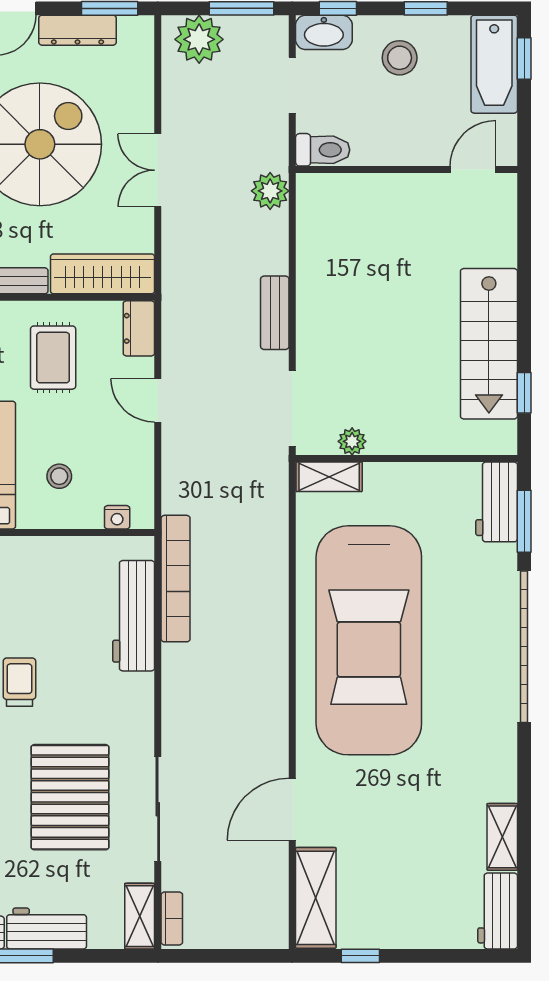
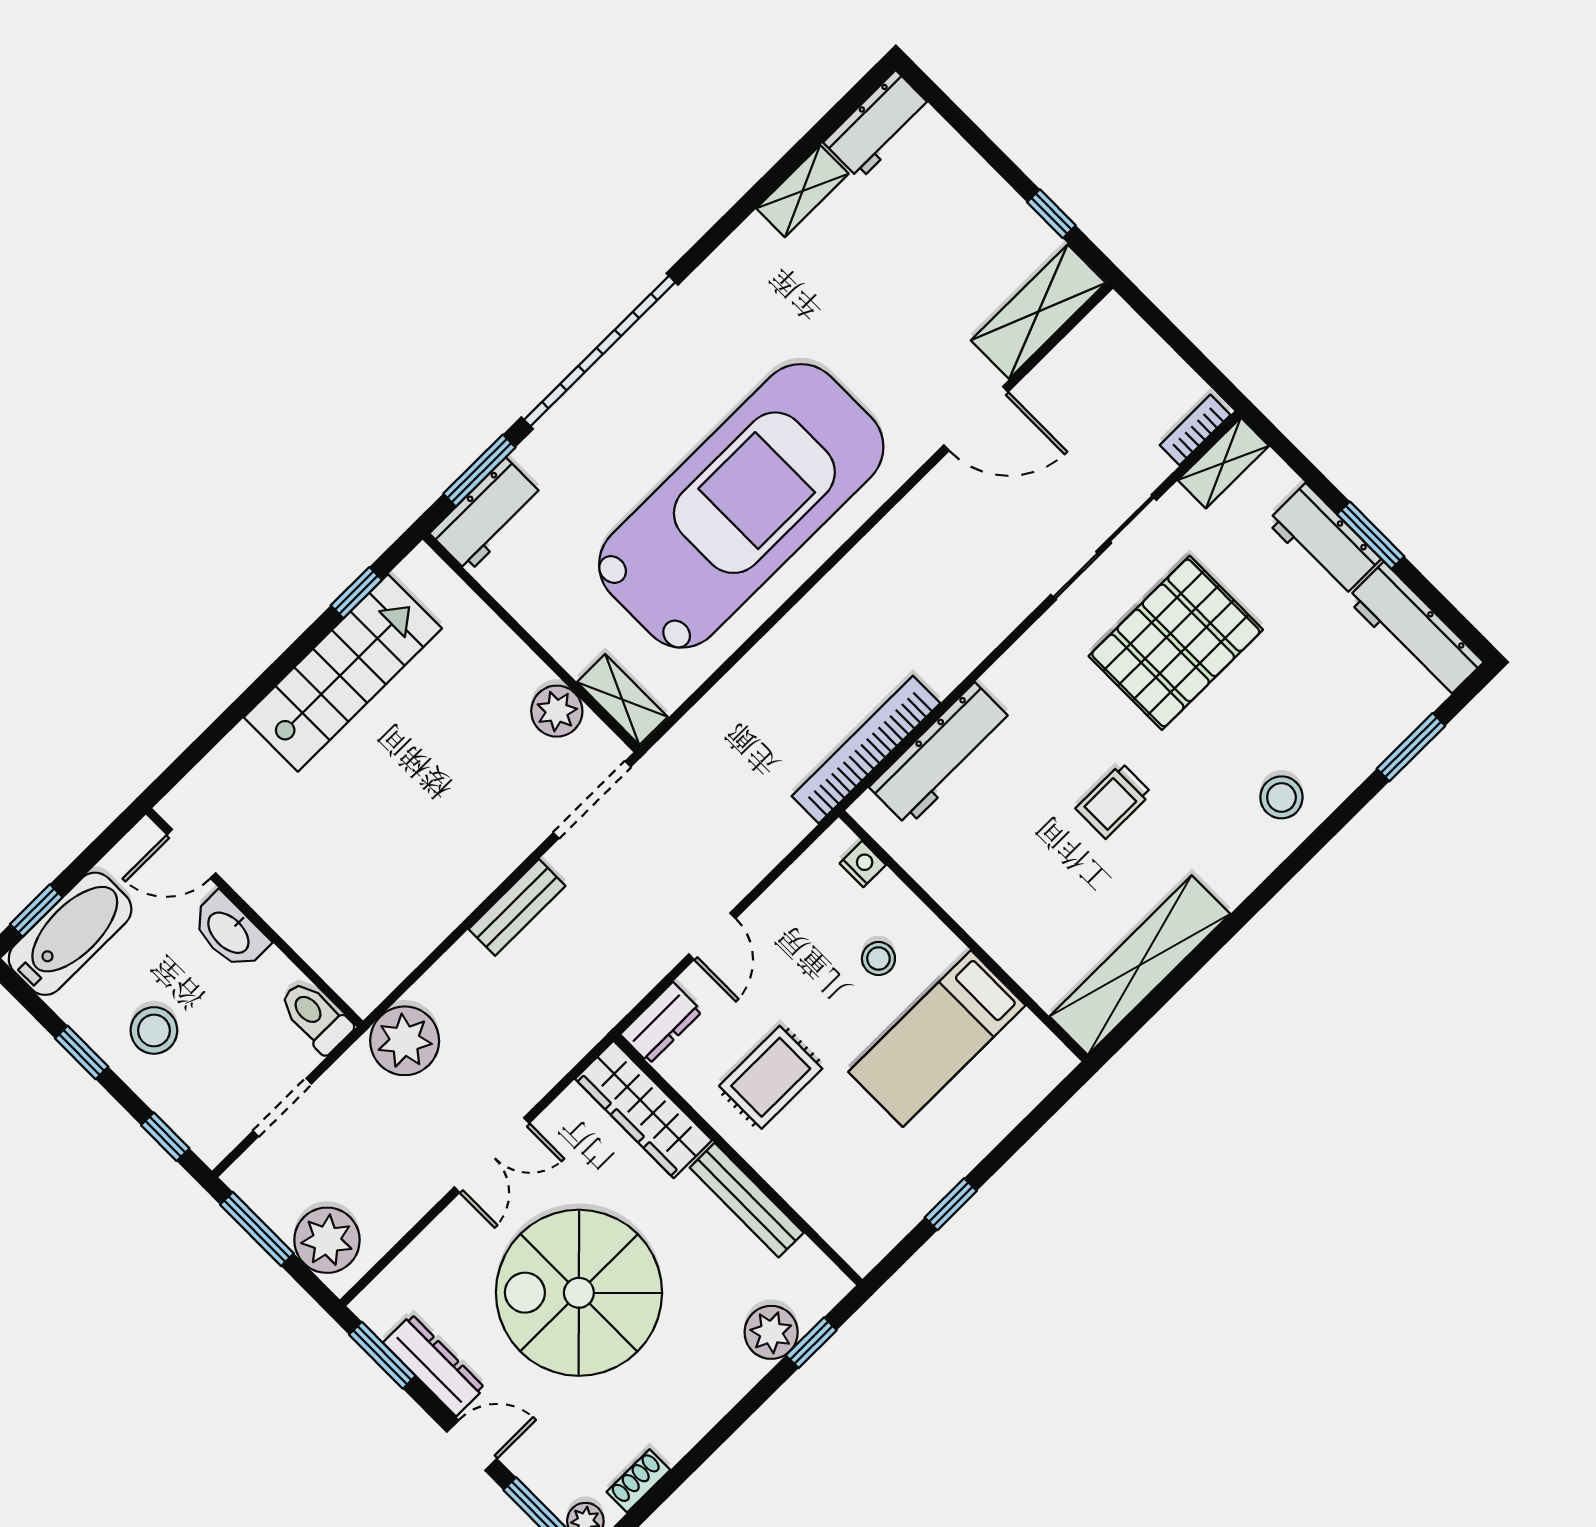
washbasin: (324, 32) -> (229, 932), moved, turned 180
plant: (270, 191) -> (405, 1041), width x1.36, depth x1.36
plant: (352, 441) -> (557, 711), width x1.38, depth x1.38

